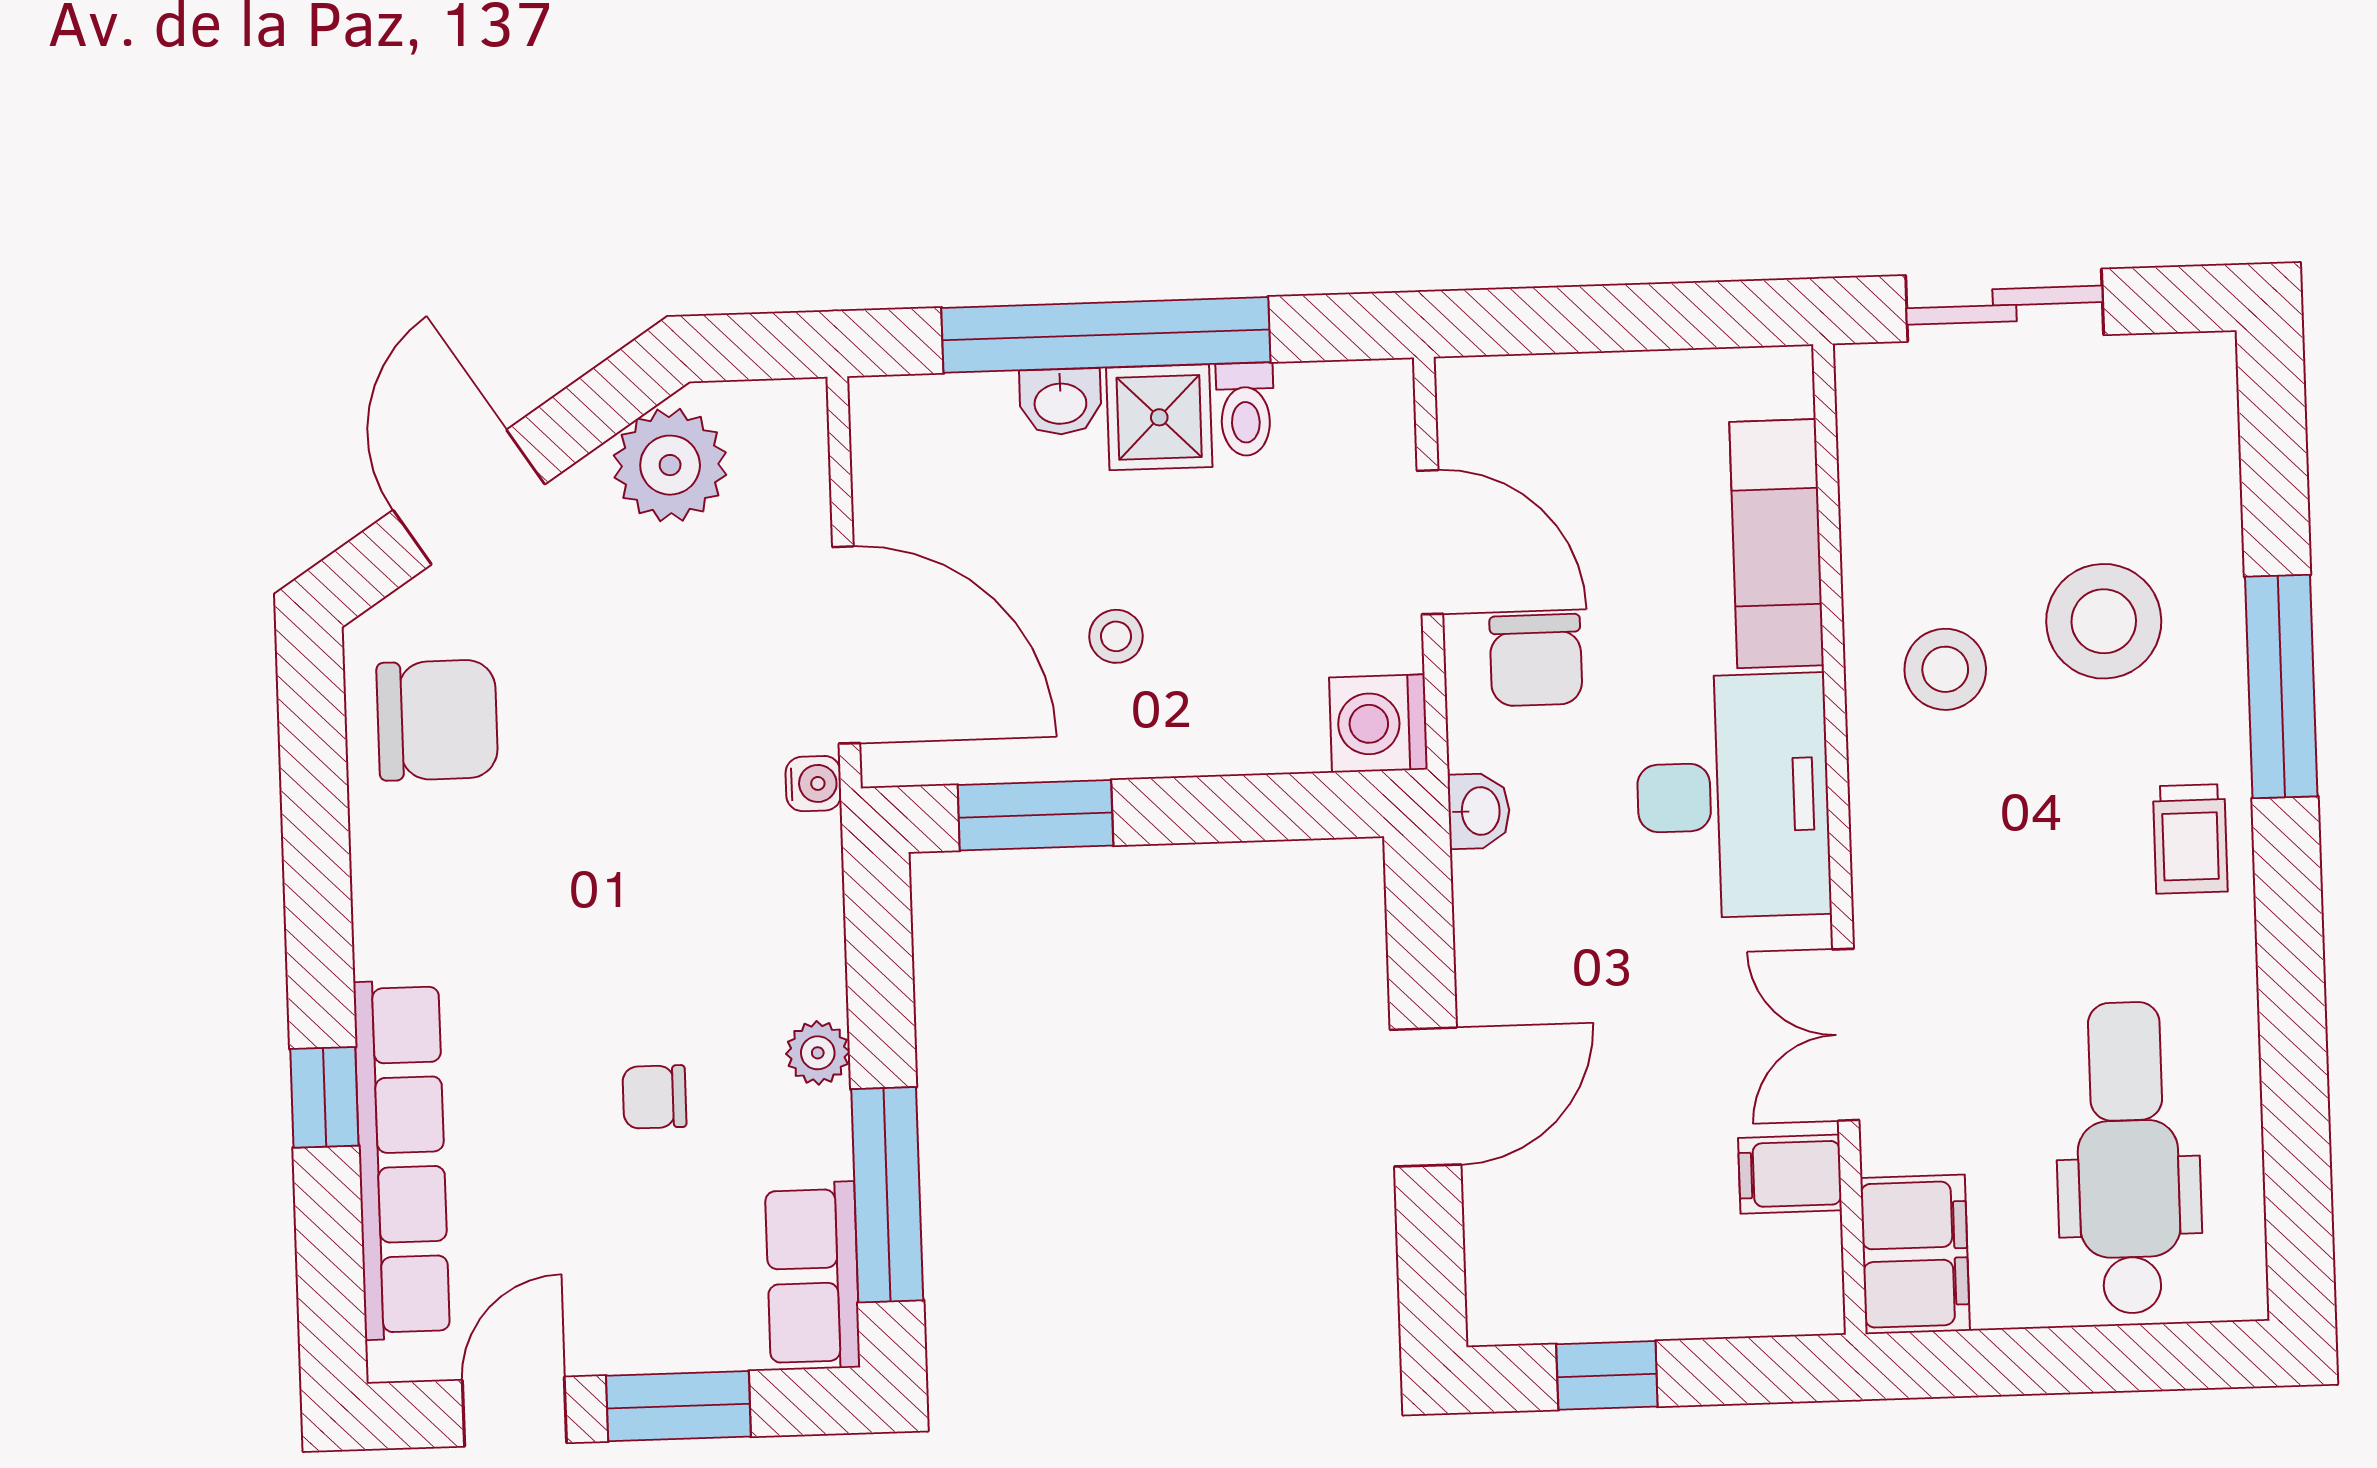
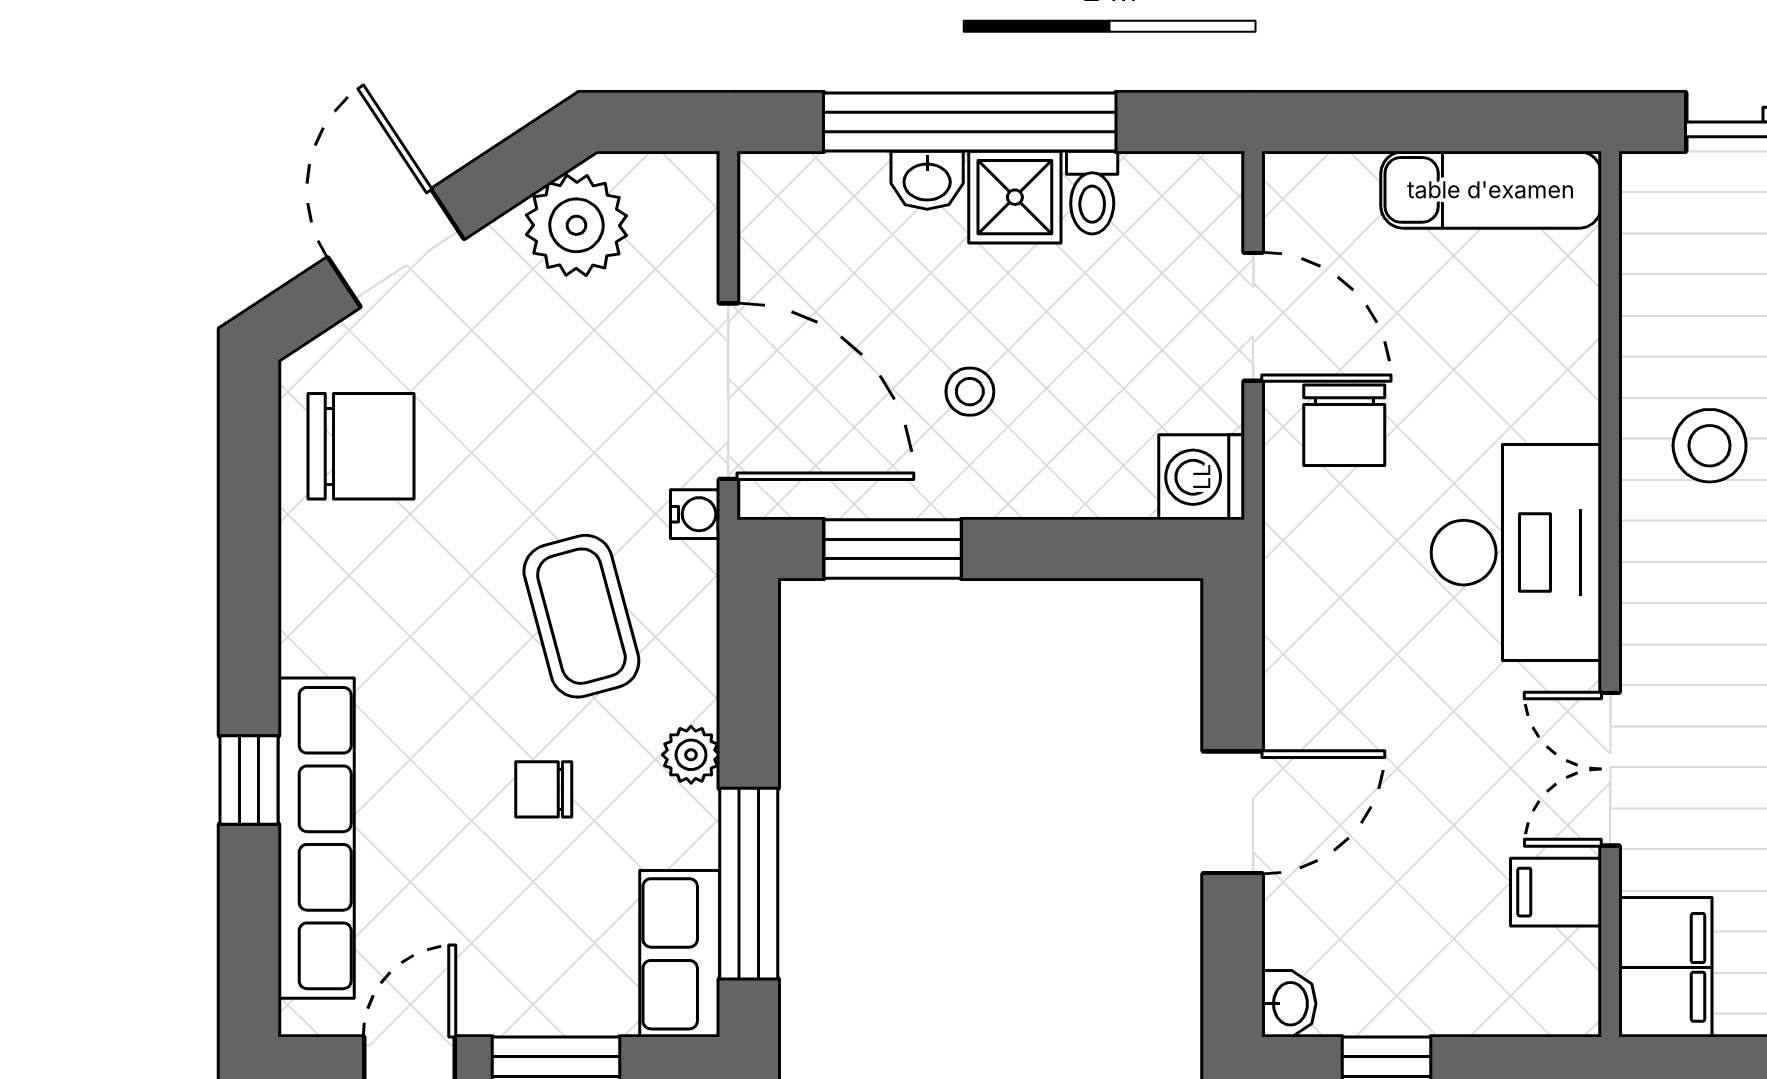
exam couch: (1777, 544) -> (1491, 190), moved, turned -90
washbasin: (1479, 811) -> (1289, 1004), moved
coffee table: (690, 902) -> (581, 616), added

